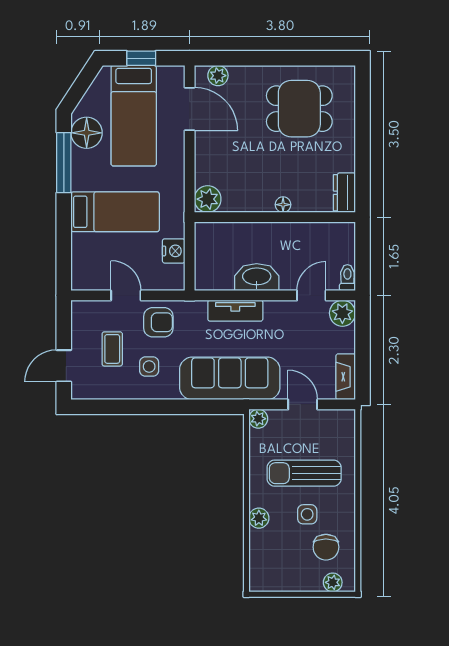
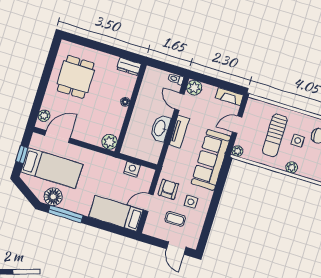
bed: (115, 212) -> (116, 213), moved, turned -90
tv unit: (235, 311) -> (179, 132), moved

